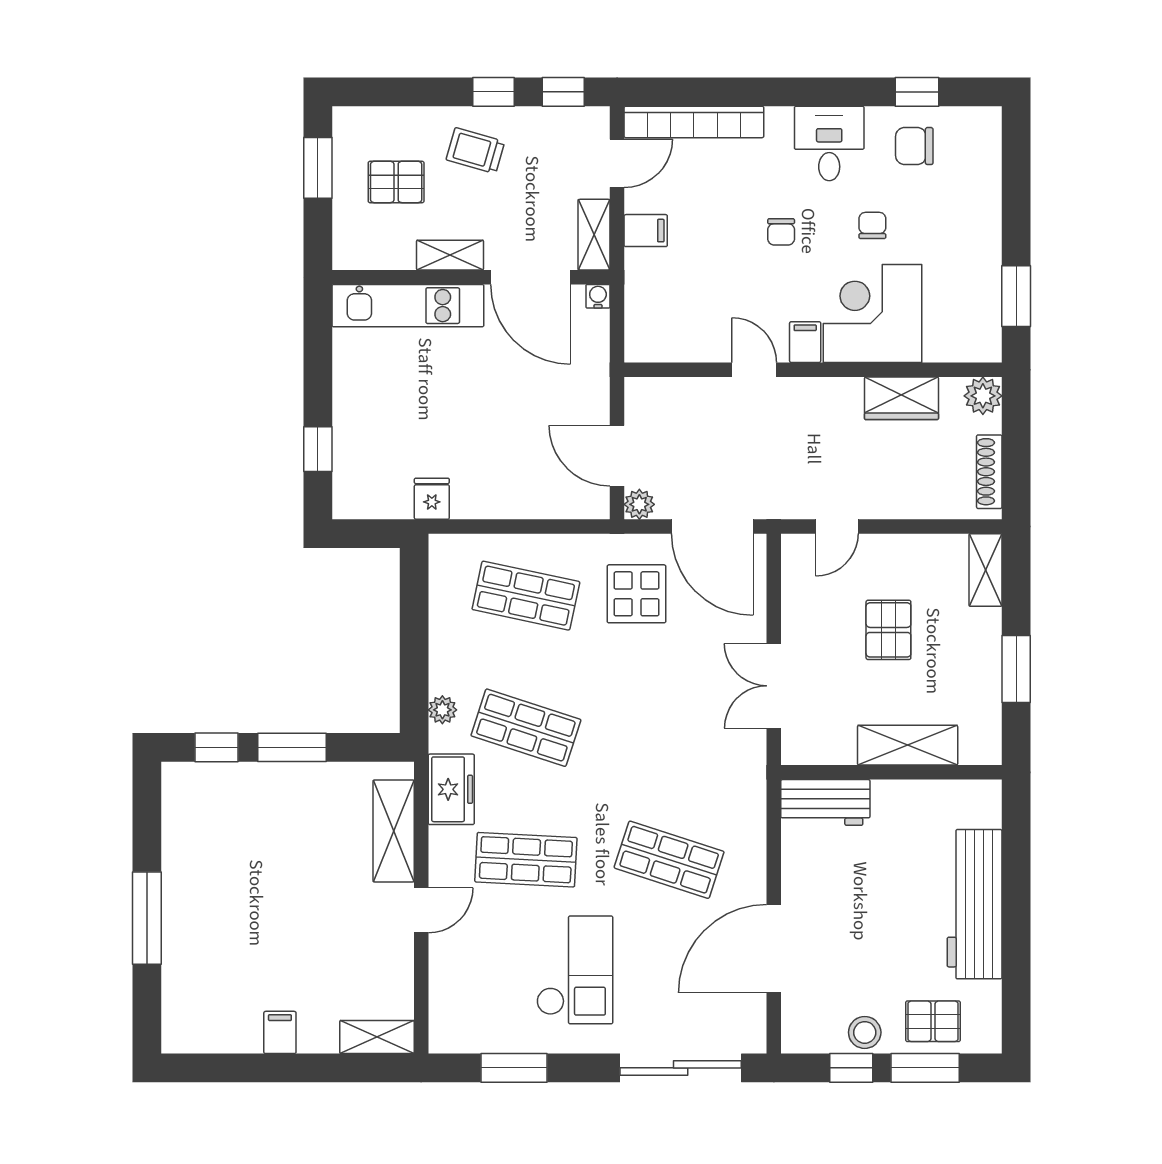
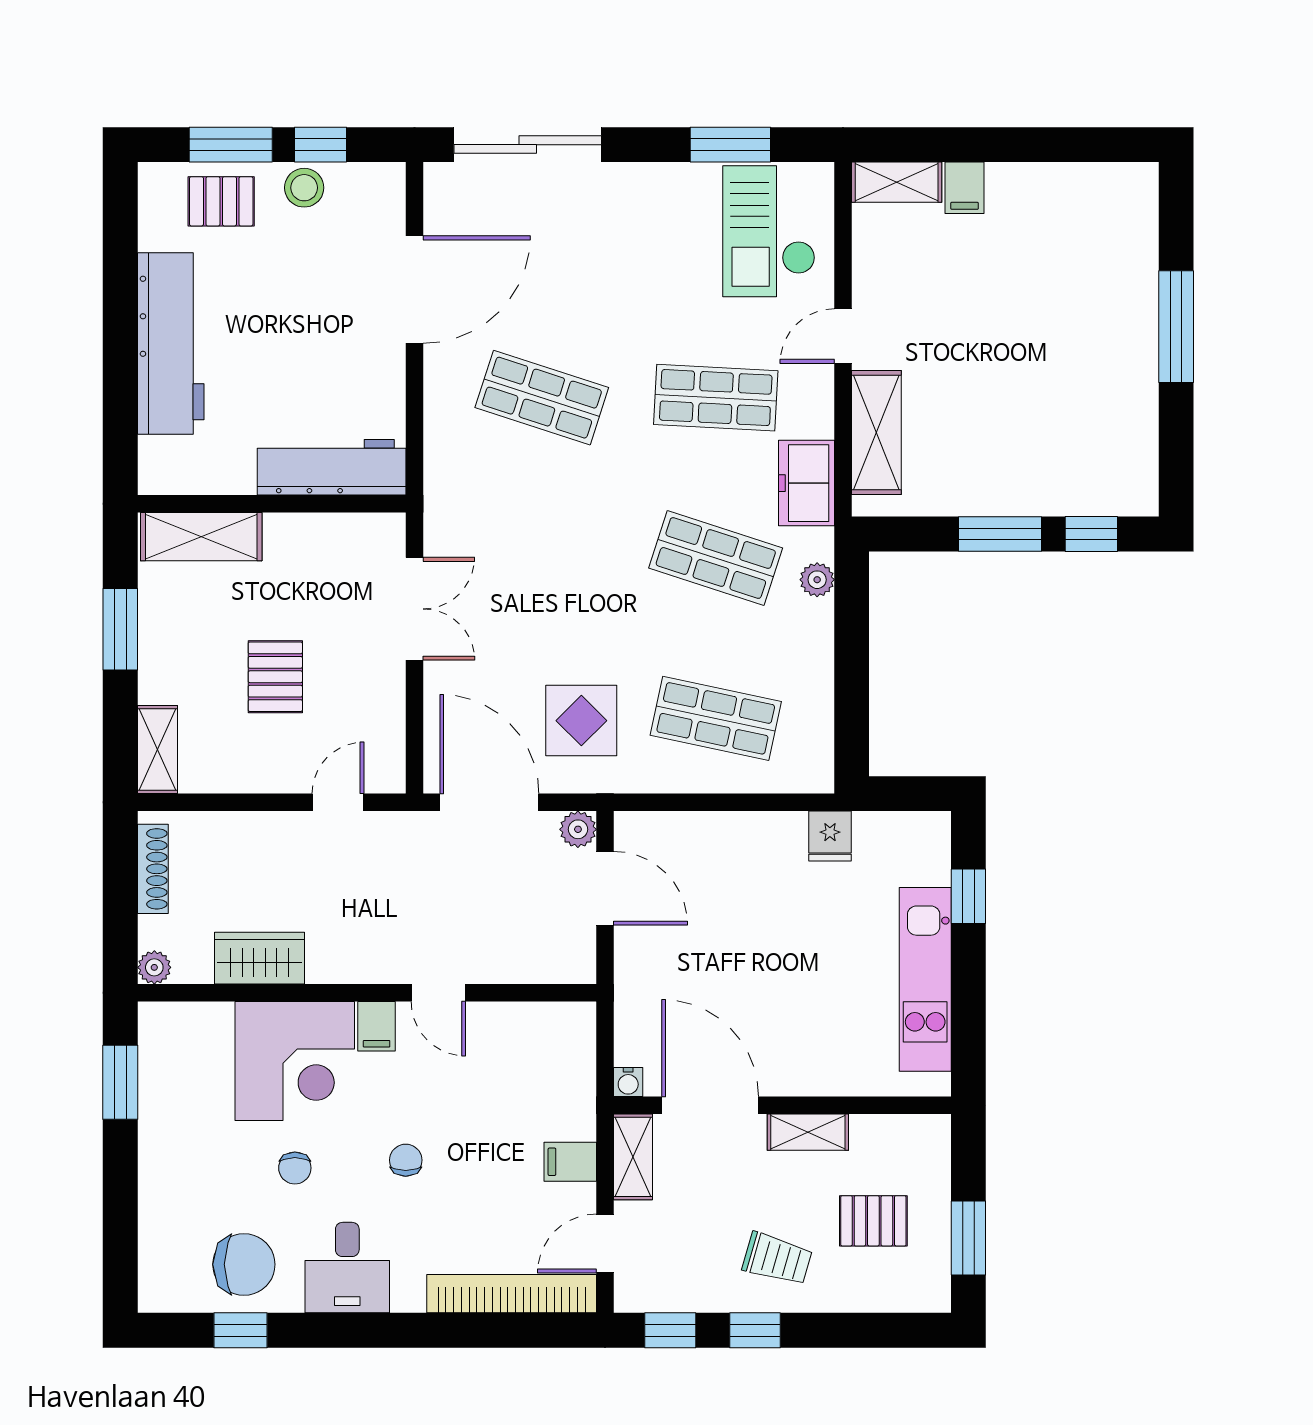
chair: (914, 146) -> (244, 1264), width x1.37, depth x1.37
kitchen unit: (408, 306) -> (925, 979), moved, turned -90
plant: (983, 396) -> (154, 967), width x0.73, depth x0.73
shelving: (908, 745) -> (201, 537), moved
workbench: (825, 802) -> (332, 467), width x1.38
checkout: (575, 970) -> (769, 231), moved
filing cabinet: (280, 1032) -> (965, 188), moved

